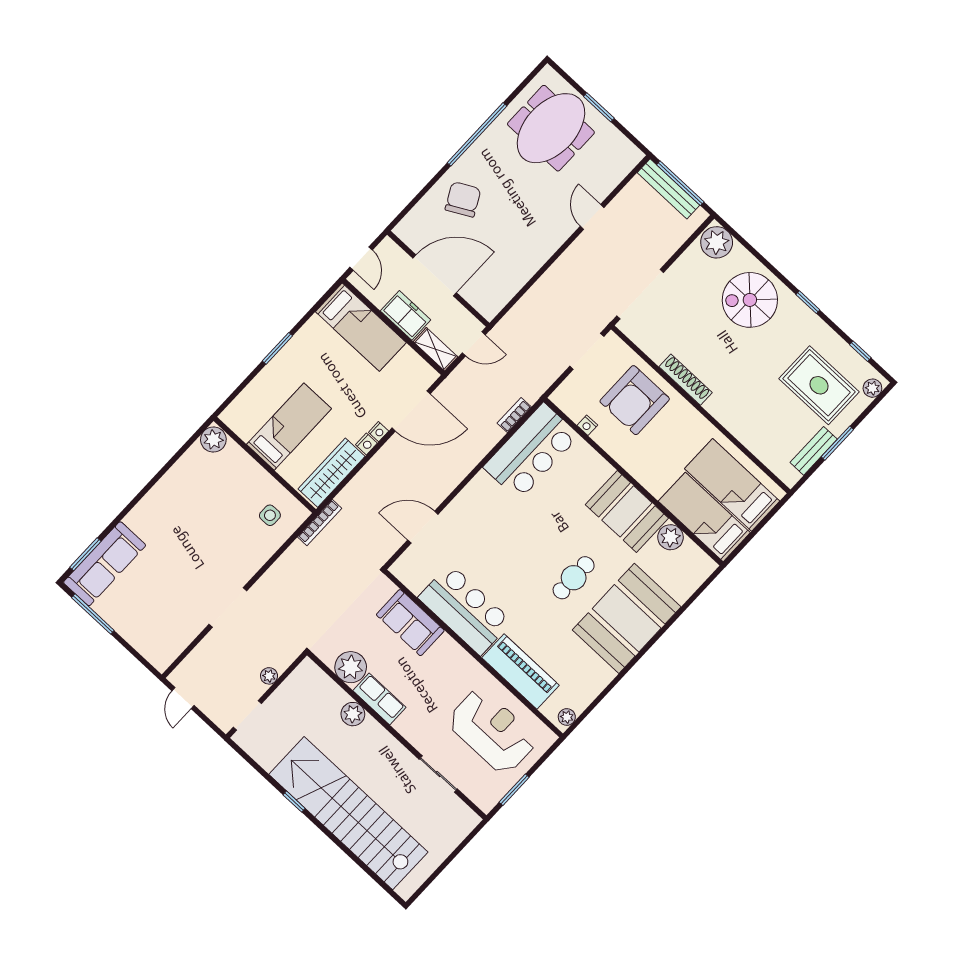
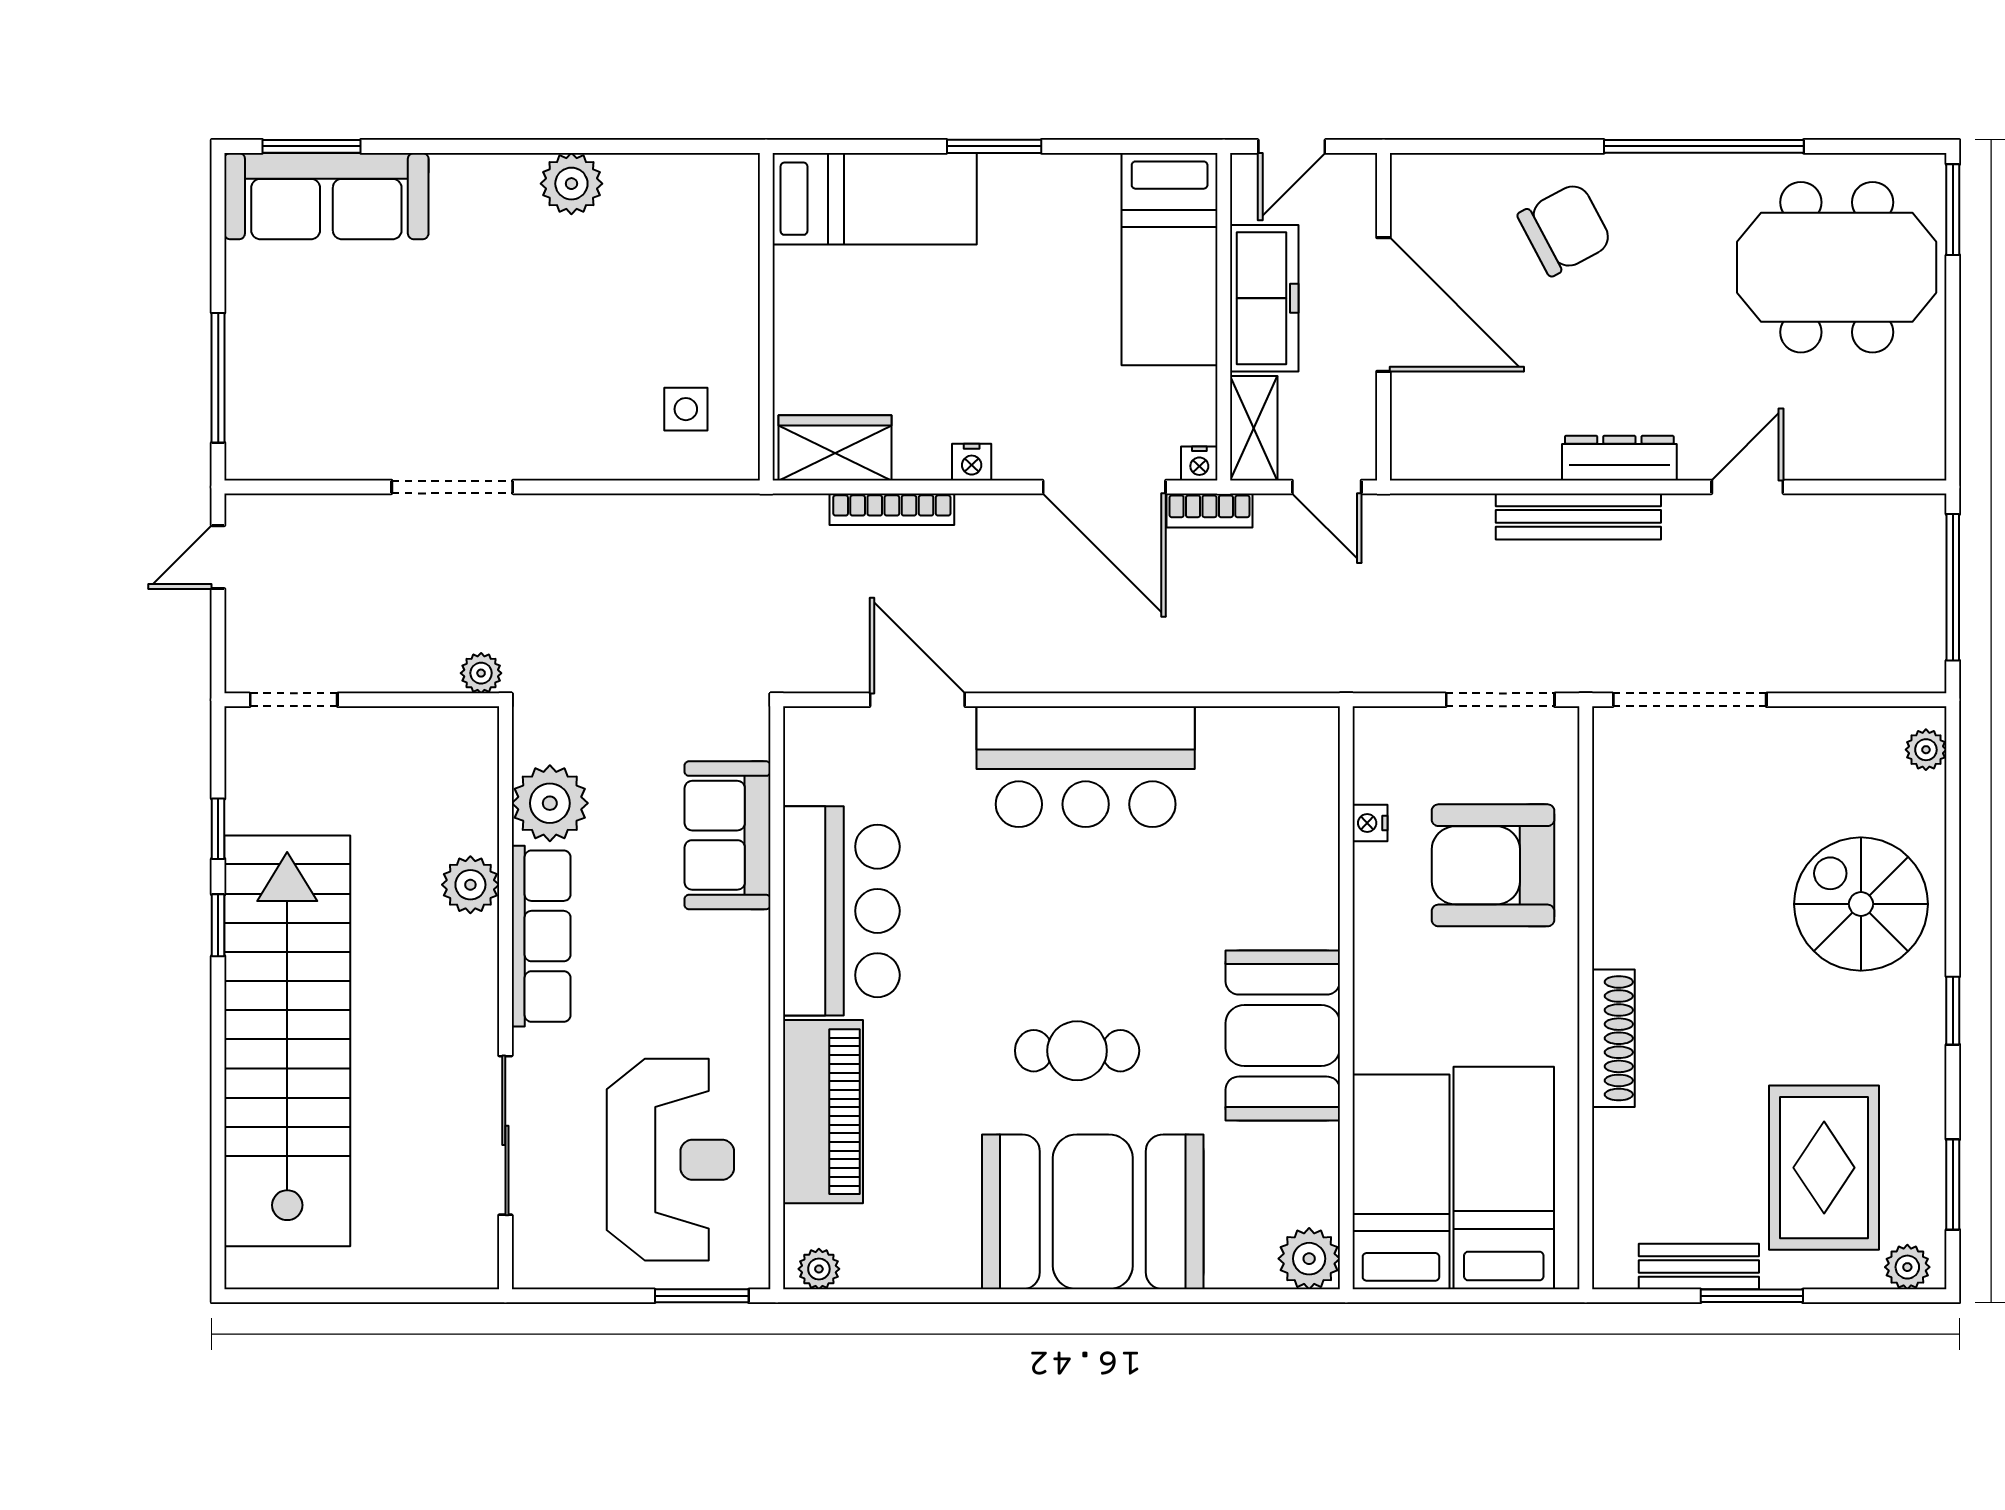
window: (599, 107) -> (1953, 210), moved
bench: (668, 189) -> (1578, 516), moved, turned 90
plant: (717, 242) -> (1926, 750), width x0.53, depth x0.53
dresser: (547, 247) -> (1619, 458), added
freezer: (406, 315) -> (1264, 298), width x1.40
window: (860, 351) -> (1953, 1185), width x1.50
shoe rack: (686, 380) -> (1613, 1038), moved
bookcase: (514, 415) -> (1209, 510), moved, turned 180
bed: (289, 427) -> (875, 199), moved
nightstand: (379, 432) -> (1199, 463), moved
plant: (213, 440) -> (571, 184), moved
bar counter: (531, 451) -> (1086, 767), moved
wardrobe: (332, 473) -> (835, 448), width x0.67
bookcase: (320, 523) -> (892, 509), moved
plant: (671, 537) -> (1309, 1259), moved
window: (93, 614) -> (218, 378), moved
plant: (269, 676) -> (481, 673), moved
row of seats: (379, 699) -> (541, 936), width x1.48
window: (265, 774) -> (218, 829), added
sliding door: (438, 774) -> (505, 1135), width x1.37
window: (514, 790) -> (702, 1296), moved

